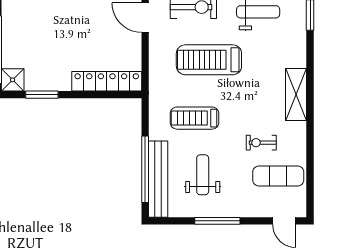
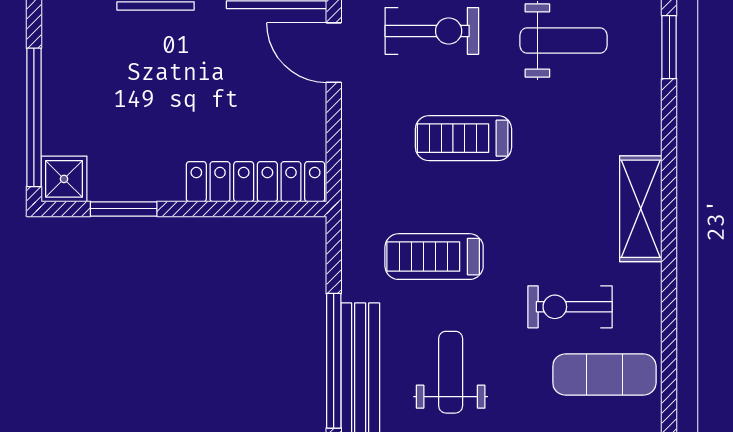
treadmill: (209, 60) -> (463, 138), width x0.73, depth x0.73
exercise bike: (261, 143) -> (570, 307), width x1.38, depth x1.39

